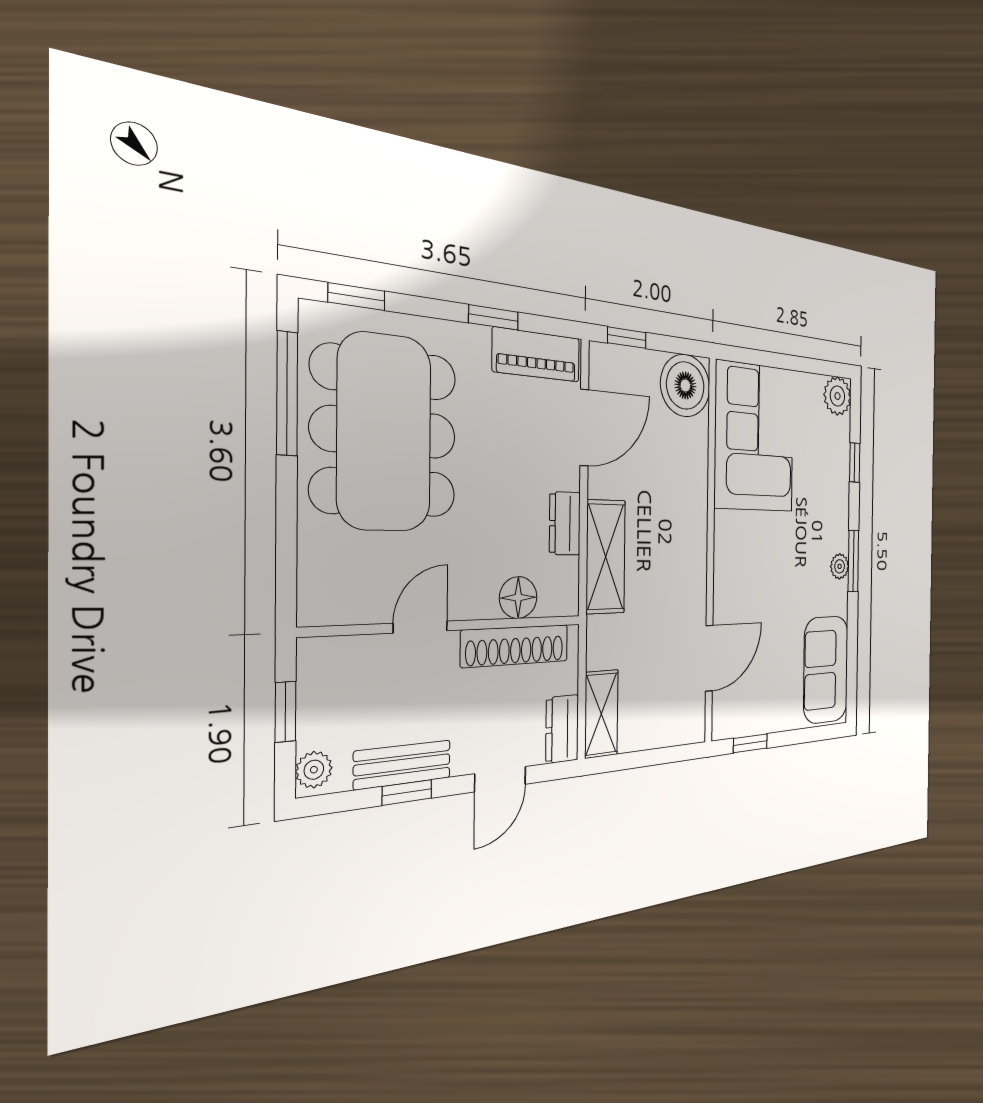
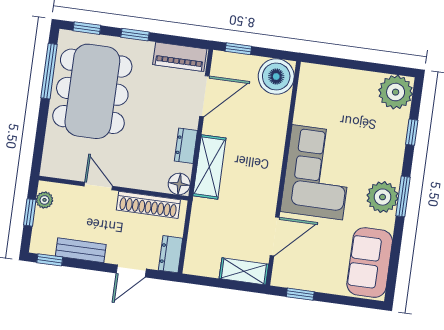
window: (494, 317) -> (135, 35), moved
plant: (837, 396) -> (396, 92), width x1.36, depth x1.36
corner sofa: (755, 437) -> (317, 172), moved
plant: (840, 566) -> (383, 197), width x1.87, depth x1.87
floor lamp: (518, 598) -> (179, 184), moved
door: (421, 627) -> (98, 186), hinge flipped
shelving: (601, 714) -> (244, 271), moved, turned 90
plant: (314, 770) -> (44, 200), moved
window: (407, 792) -> (50, 260), moved

